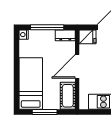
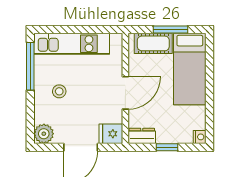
window: (47, 27) -> (167, 147), width x0.46
cot: (68, 96) -> (153, 43), moved, turned 90

